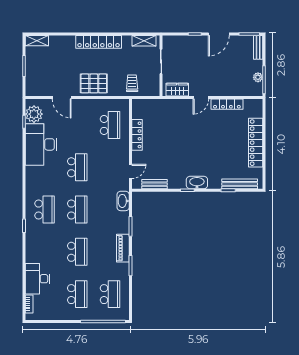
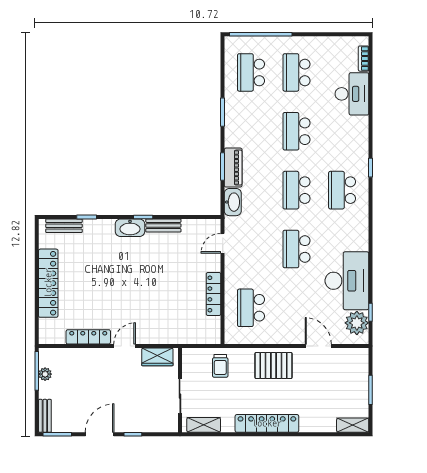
bench: (155, 184) -> (163, 225), moved
bench: (240, 184) -> (64, 226), width x0.73
piano: (123, 248) -> (233, 168), moved

